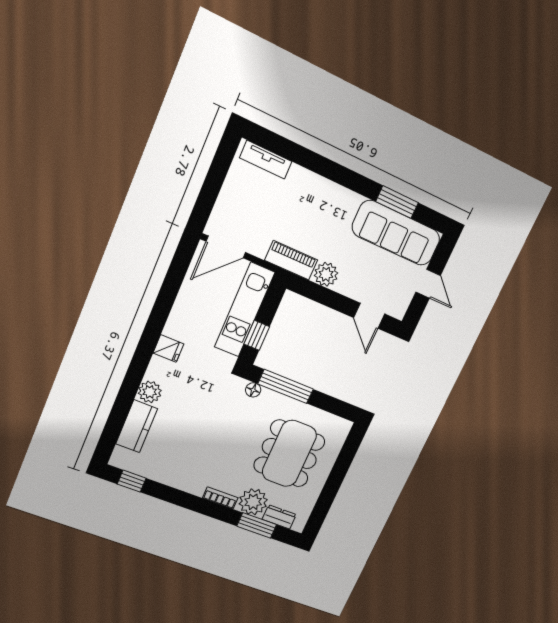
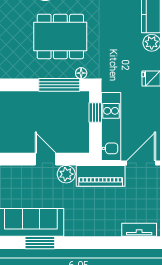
piano: (291, 260) -> (101, 176), width x1.37, depth x1.33
door: (369, 316) -> (46, 159), moved
dining table: (289, 454) -> (60, 36), moved, turned 90

